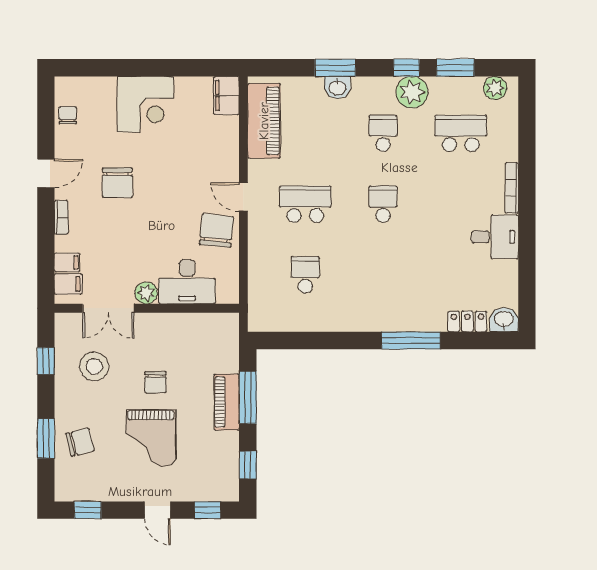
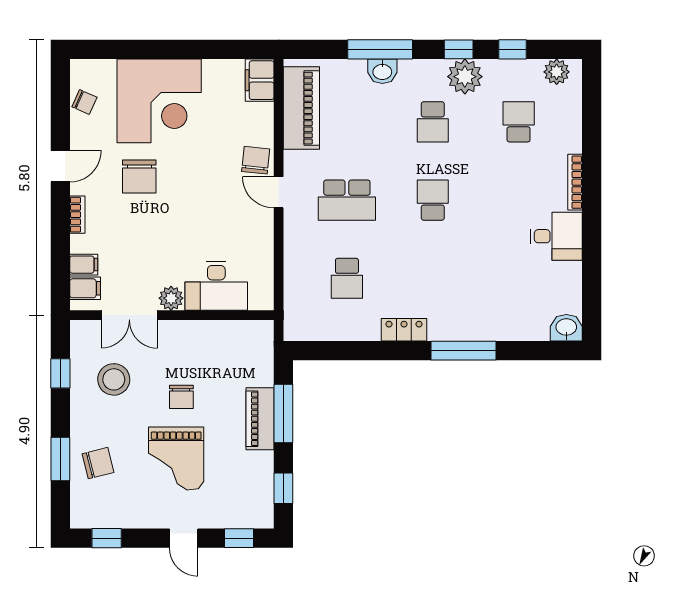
window: (335, 68) -> (380, 49), width x1.44
window: (455, 68) -> (513, 49), width x0.67
corner desk: (145, 104) -> (159, 101), width x1.36, depth x1.36
chair: (68, 115) -> (84, 102), turned 114
school desk: (383, 133) -> (433, 122), turned 180
school desk: (461, 133) -> (519, 122), width x0.54
school desk: (305, 204) -> (347, 200), turned 180
chair: (216, 231) -> (256, 160), moved, width x0.73, depth x0.73
school desk: (305, 275) -> (347, 278), turned 180
locker: (467, 322) -> (404, 330), moved

